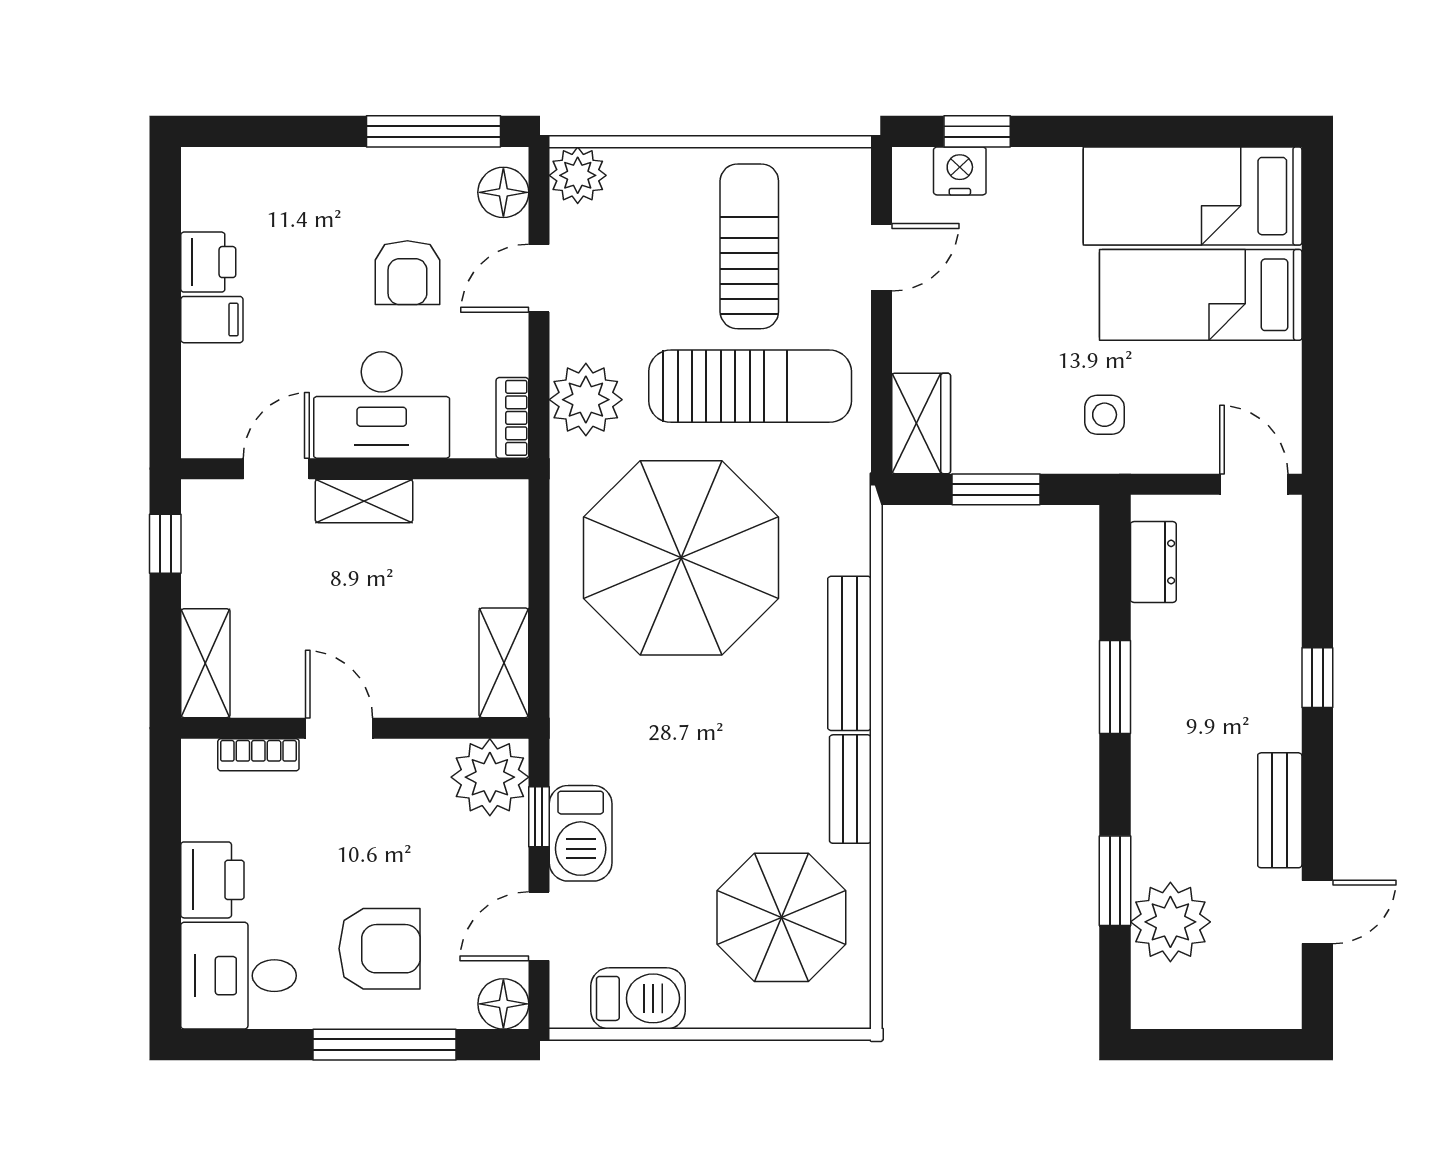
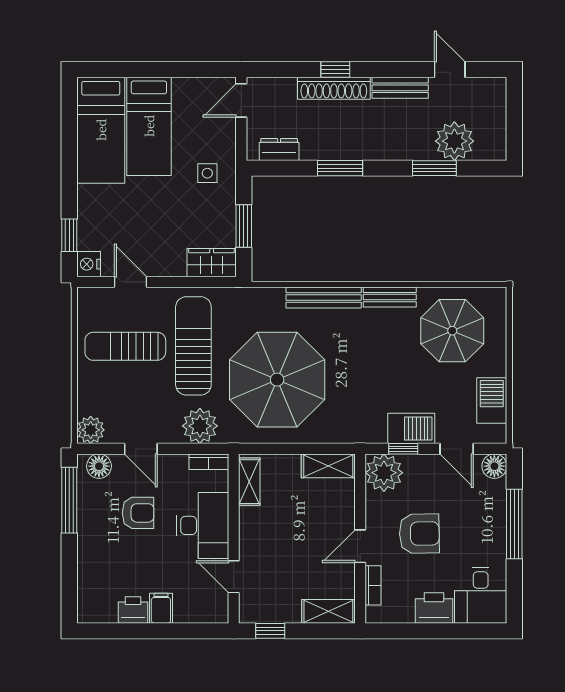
nightstand: (960, 171) -> (89, 264), moved
shelving: (364, 501) -> (249, 482), moved
shoe rack: (1279, 674) -> (334, 88), added
armchair: (380, 949) -> (419, 534), moved, turned 89

